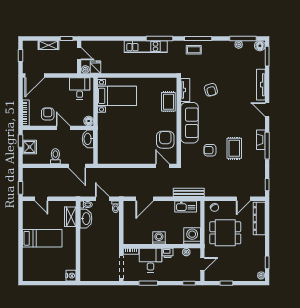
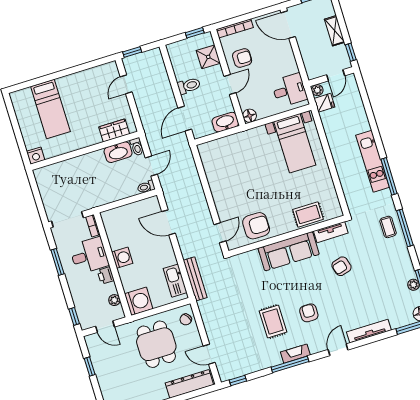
shower: (29, 147) -> (208, 57), moved
rug: (234, 148) -> (273, 321), turned 90
armchair: (210, 150) -> (309, 313), moved
bed: (42, 238) -> (50, 109), moved

